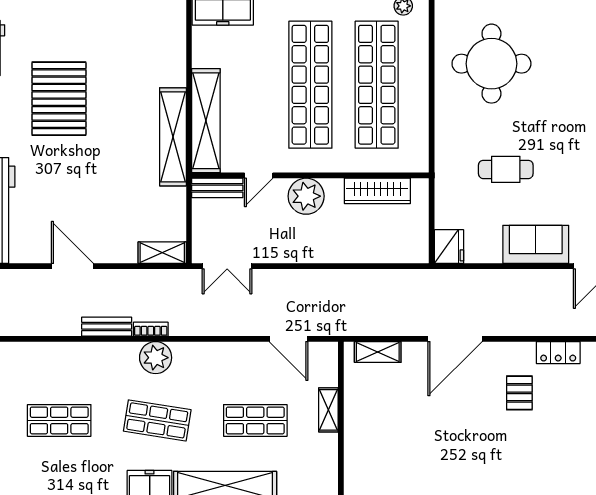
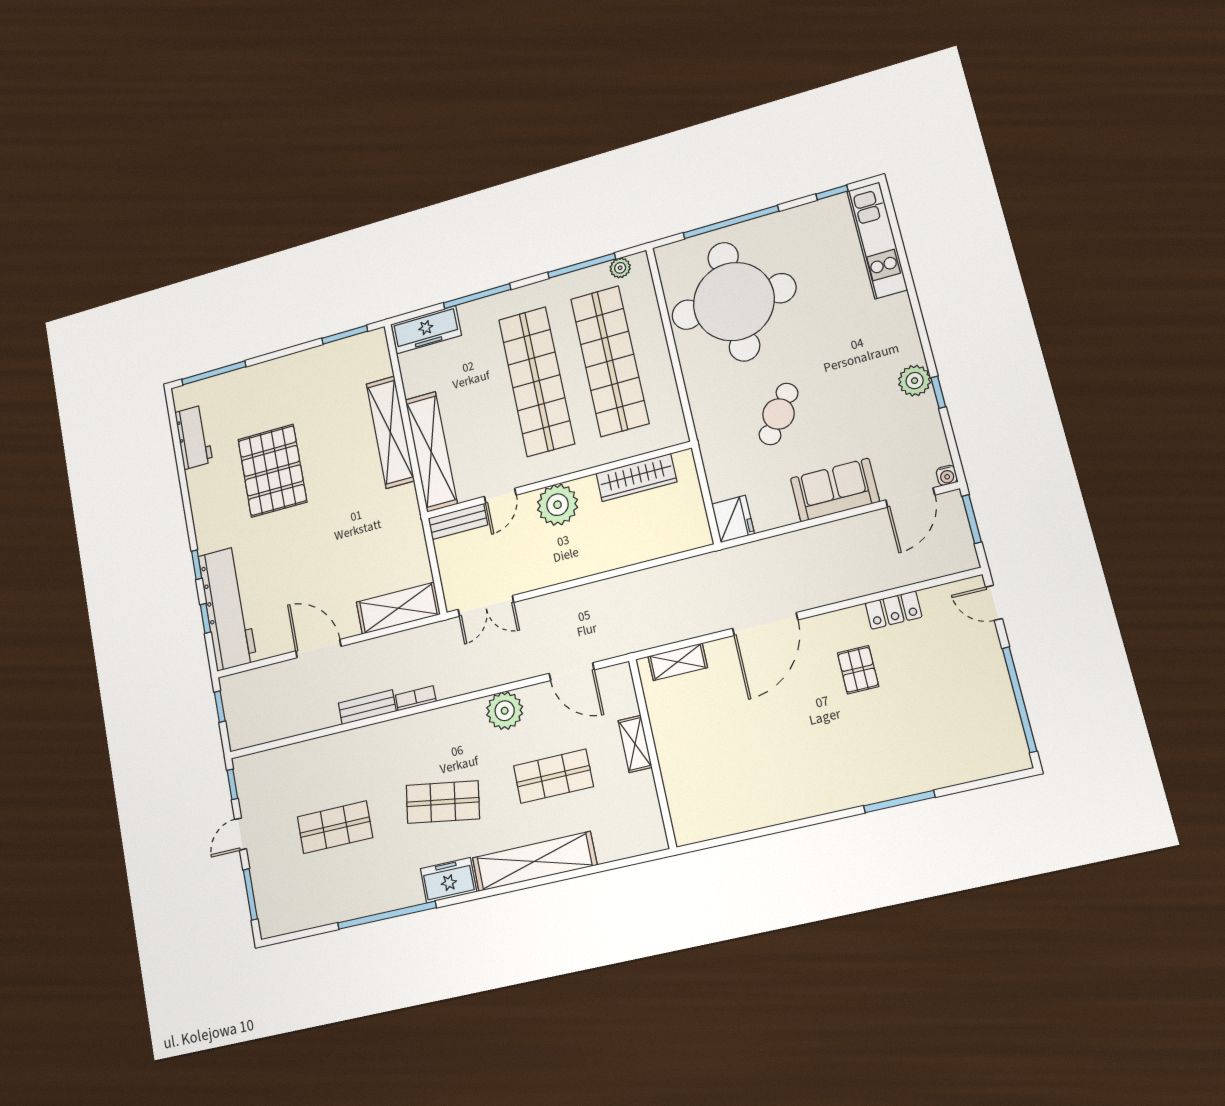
round table: (491, 64) -> (734, 301), width x1.36, depth x1.36
shelving: (173, 137) -> (390, 432), moved
cafe table: (506, 169) -> (779, 414), turned -55
shelving: (162, 253) -> (398, 608), width x1.50, depth x1.33
plant: (156, 358) -> (505, 711), moved

